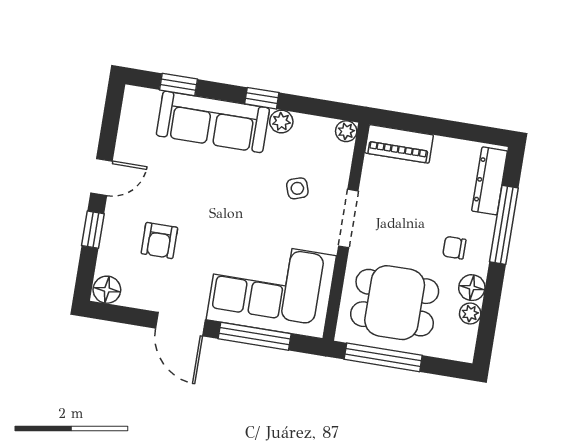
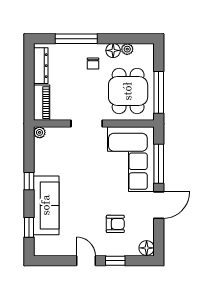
plant: (281, 122) -> (40, 168), removed
dresser: (490, 181) -> (41, 66), moved, turned -90
side table: (297, 188) -> (75, 154), removed

